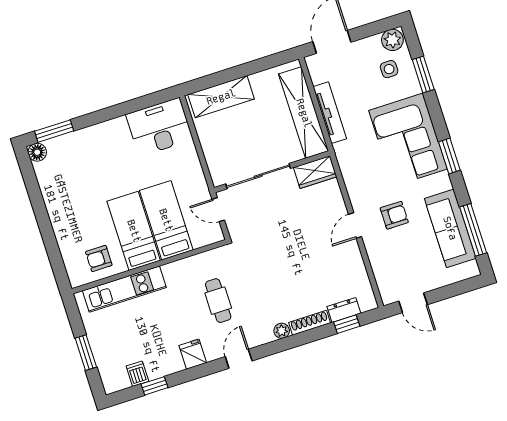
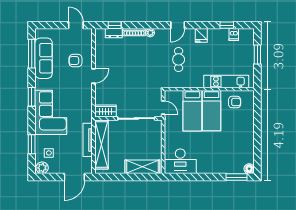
armchair: (394, 215) -> (75, 61), moved

